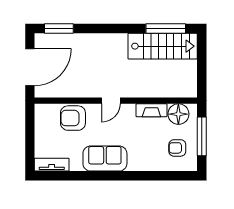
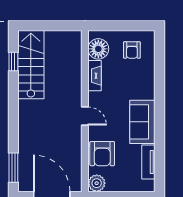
window: (166, 28) -> (13, 62), width x0.46
plant: (43, 112) -> (97, 183), added
window: (202, 136) -> (120, 26), removed
tv unit: (52, 165) -> (148, 162), moved

